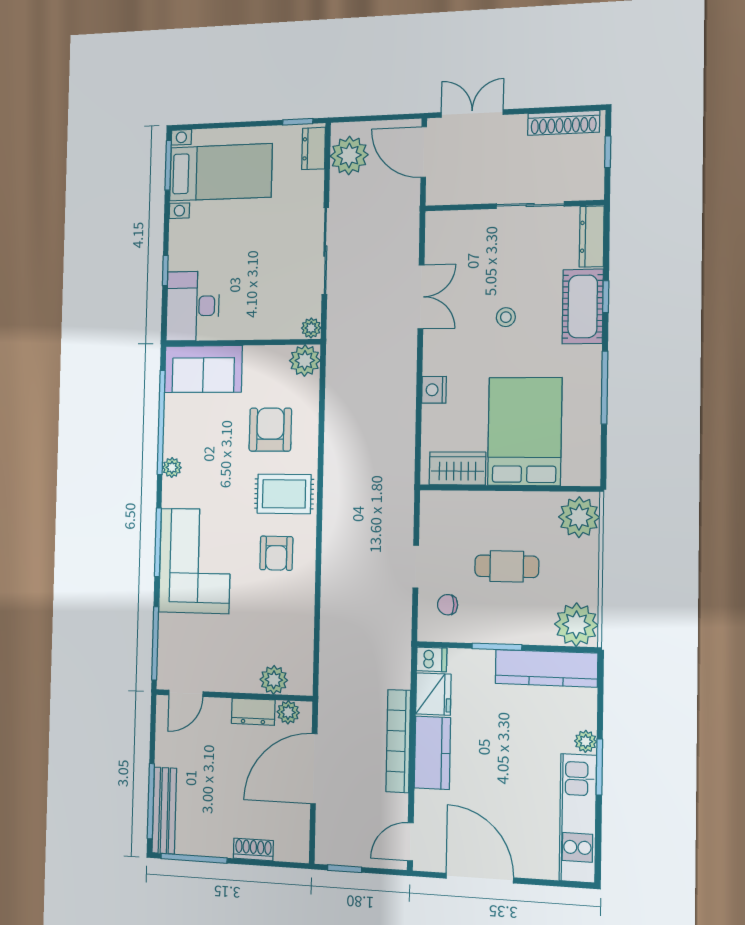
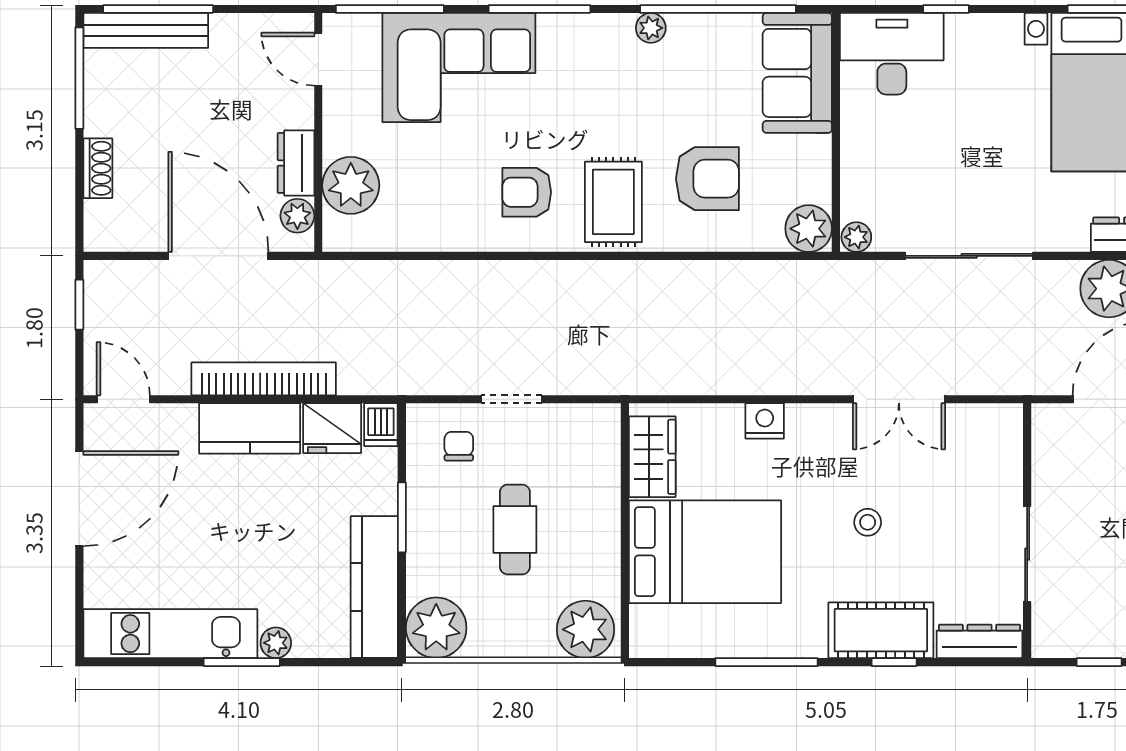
corner sofa: (195, 561) -> (459, 68), moved
plant: (274, 680) -> (351, 185), width x1.36, depth x1.36

